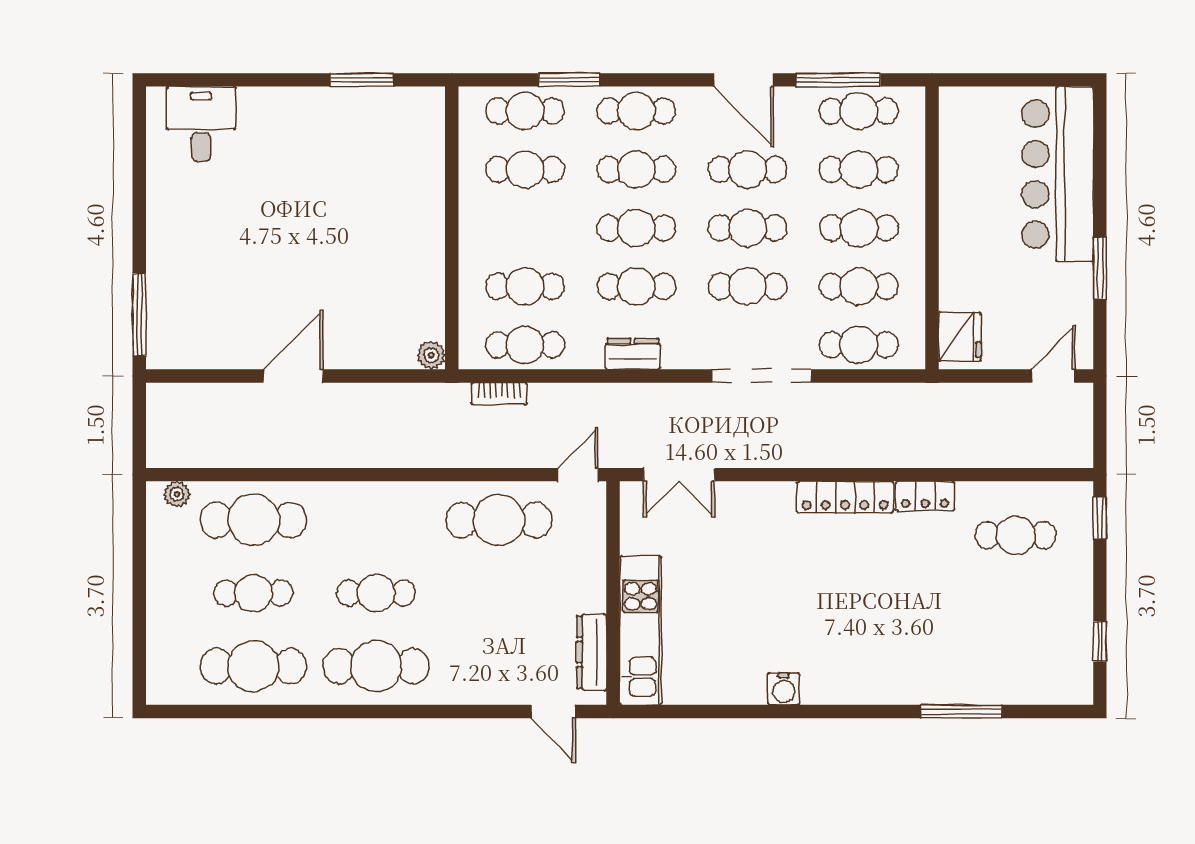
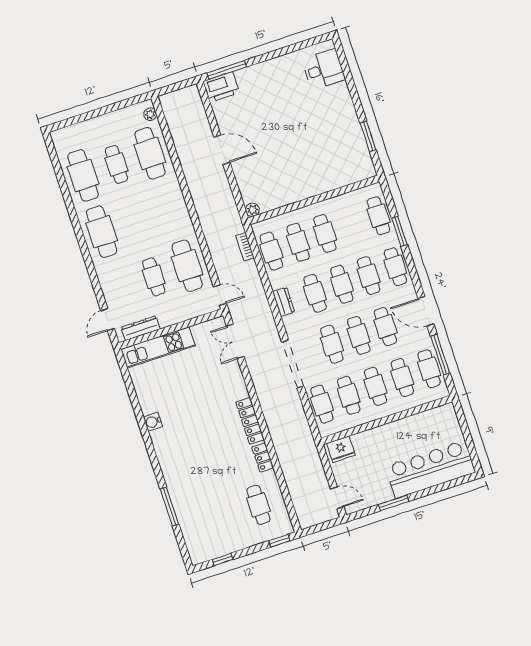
door: (744, 80) -> (426, 311), hinge flipped
cafe table: (525, 169) -> (325, 233), moved
printer: (169, 337) -> (221, 87), added
cafe table: (376, 593) -> (154, 277), moved

